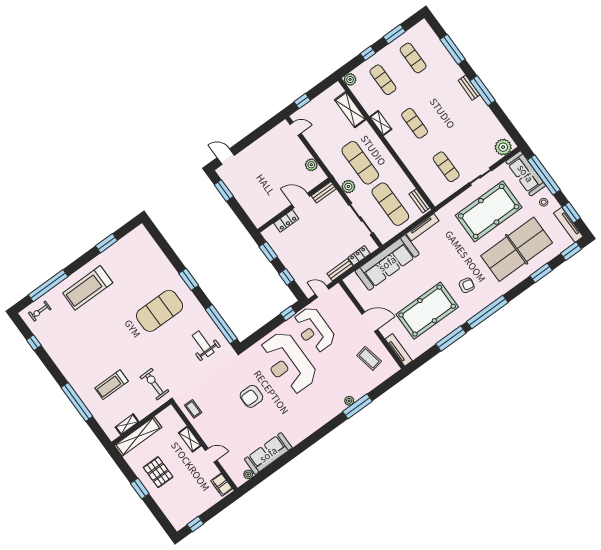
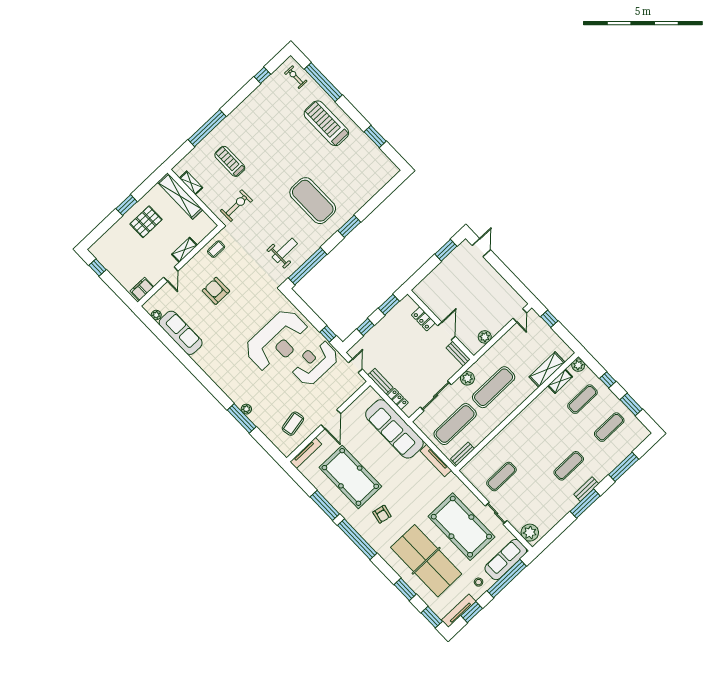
shelving: (381, 123) -> (560, 381), moved
exercise mat: (415, 123) -> (569, 466), moved
reception desk: (288, 363) -> (277, 341), turned 180
armchair: (251, 396) -> (216, 291), moved

